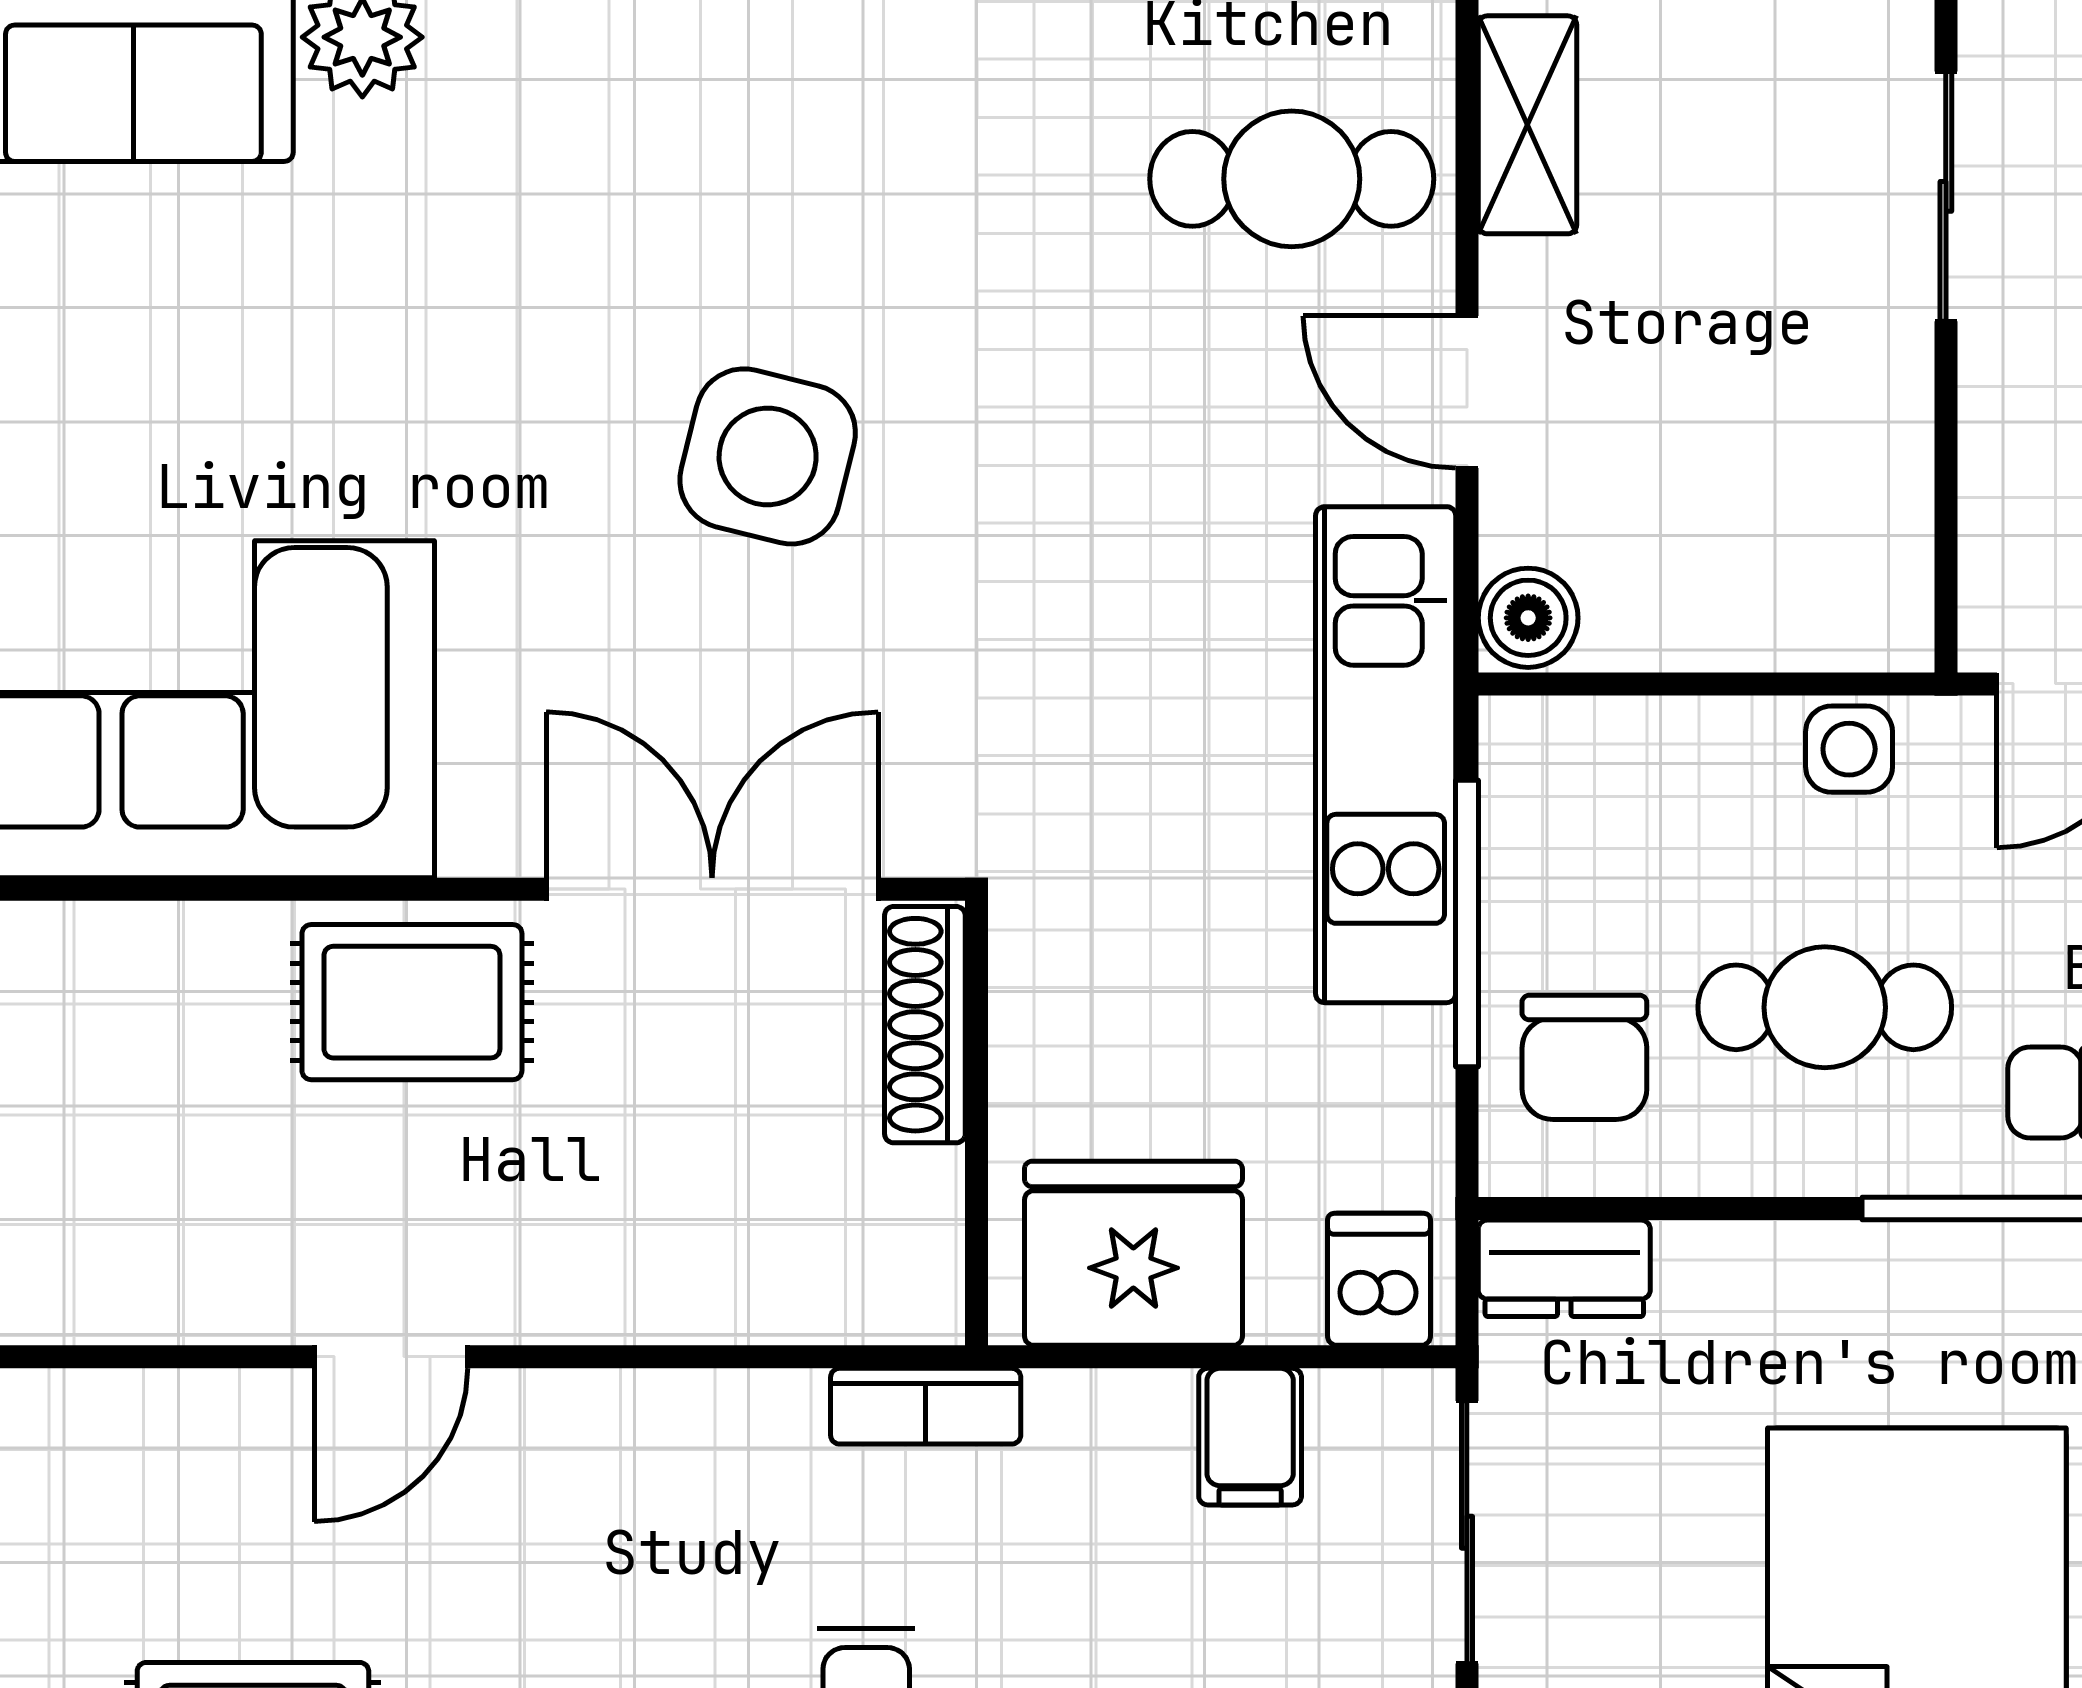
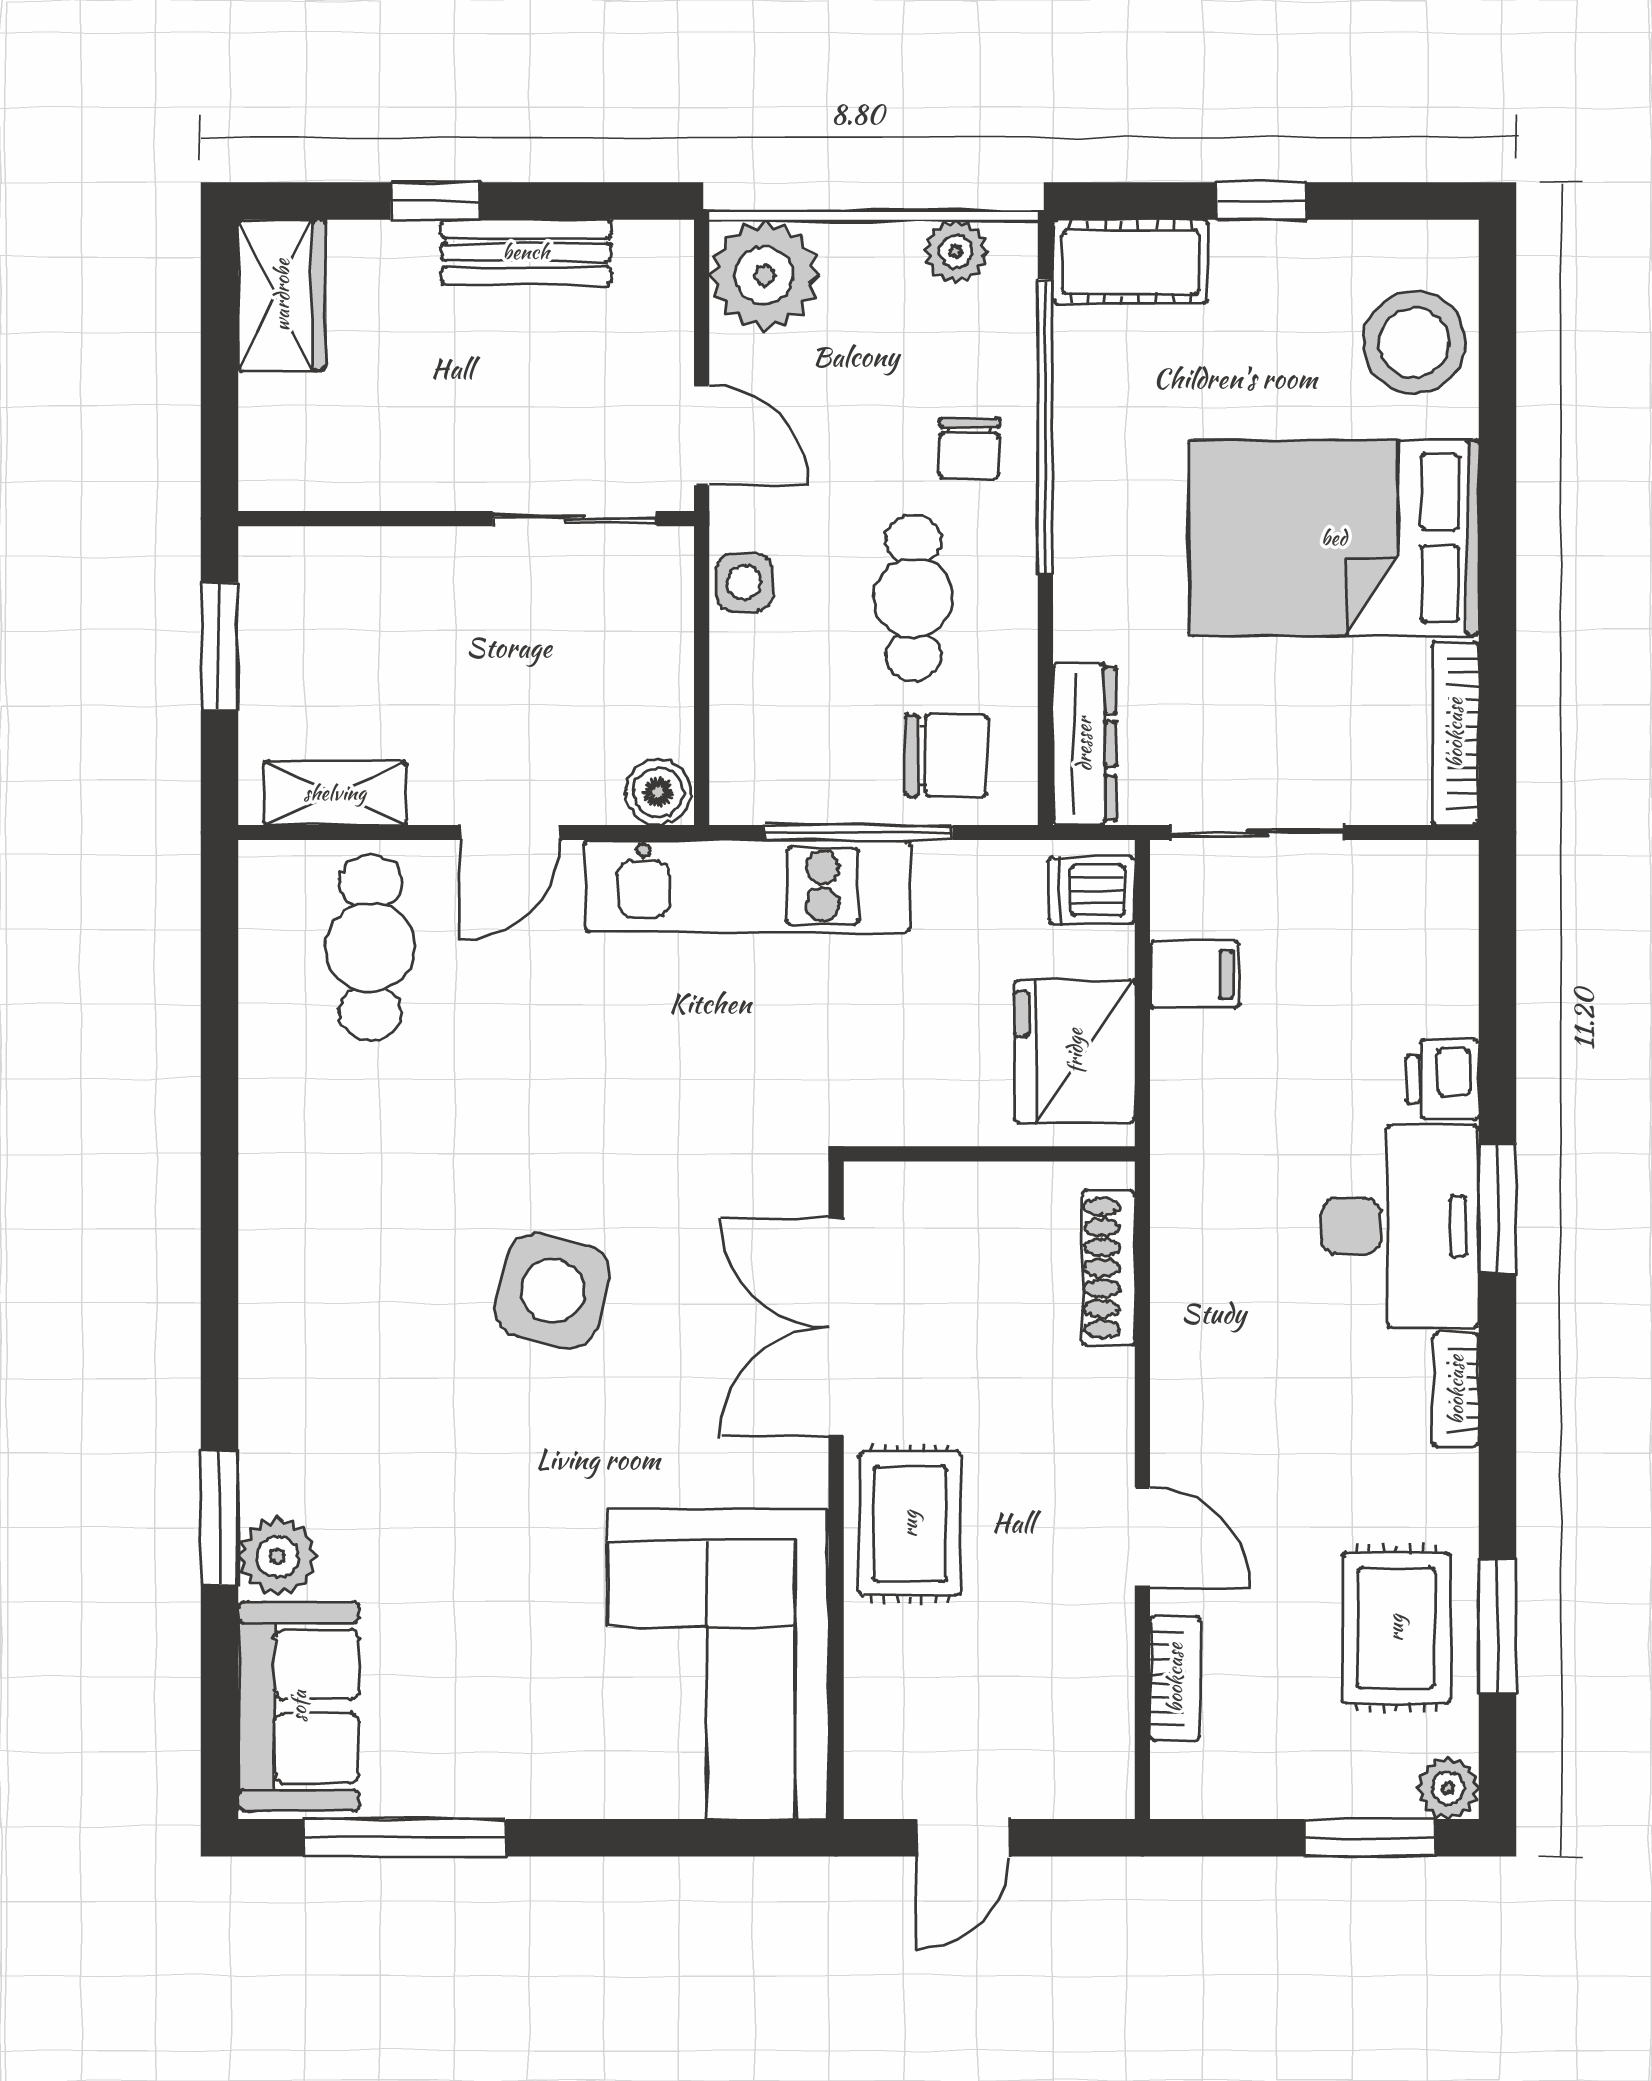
sliding door: (1946, 196) -> (575, 519), moved
shoe rack: (925, 1025) -> (1109, 1268), moved, turned 90
dresser: (1564, 1268) -> (1084, 744), width x1.44
bookcase: (926, 1406) -> (1175, 1678), moved

